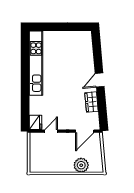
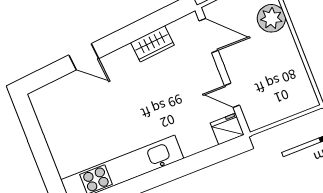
door: (100, 80) -> (84, 57), moved

